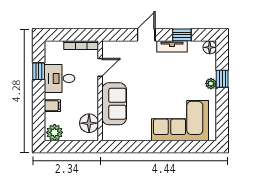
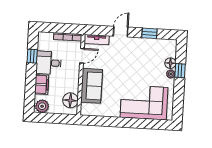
tv unit: (172, 46) -> (97, 40), moved
floor lamp: (210, 47) -> (170, 63), moved
filing cabinet: (52, 106) -> (42, 84), width x2.00

